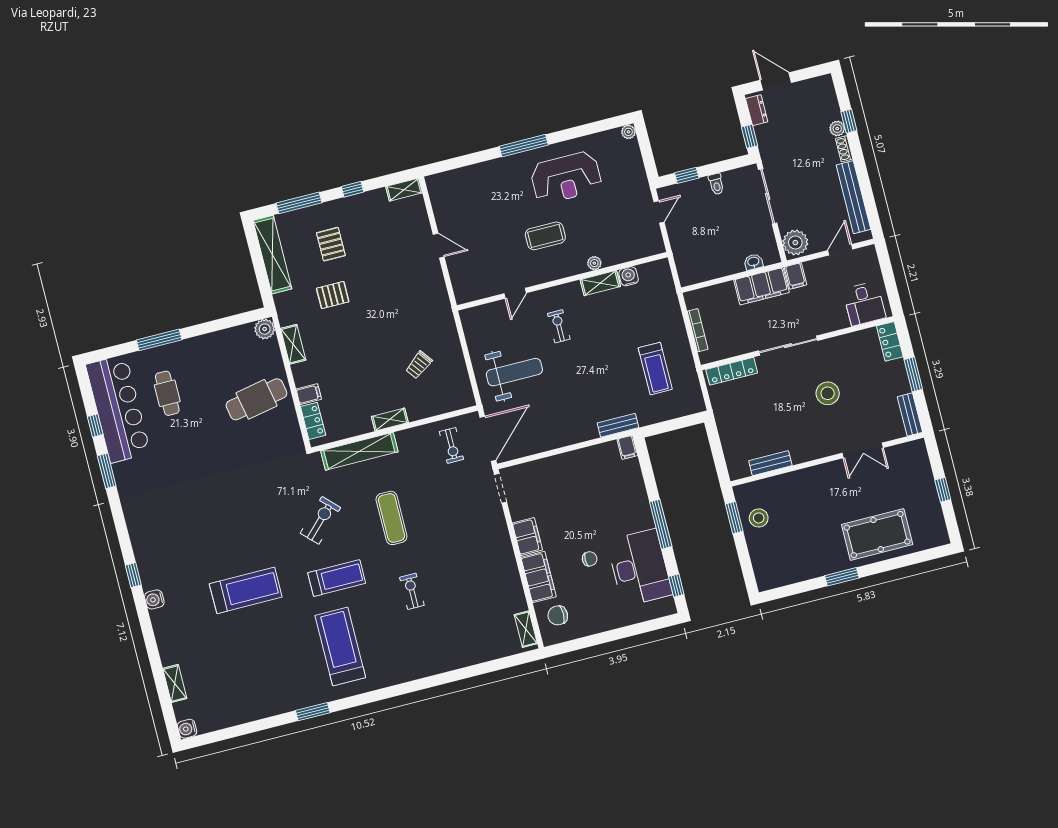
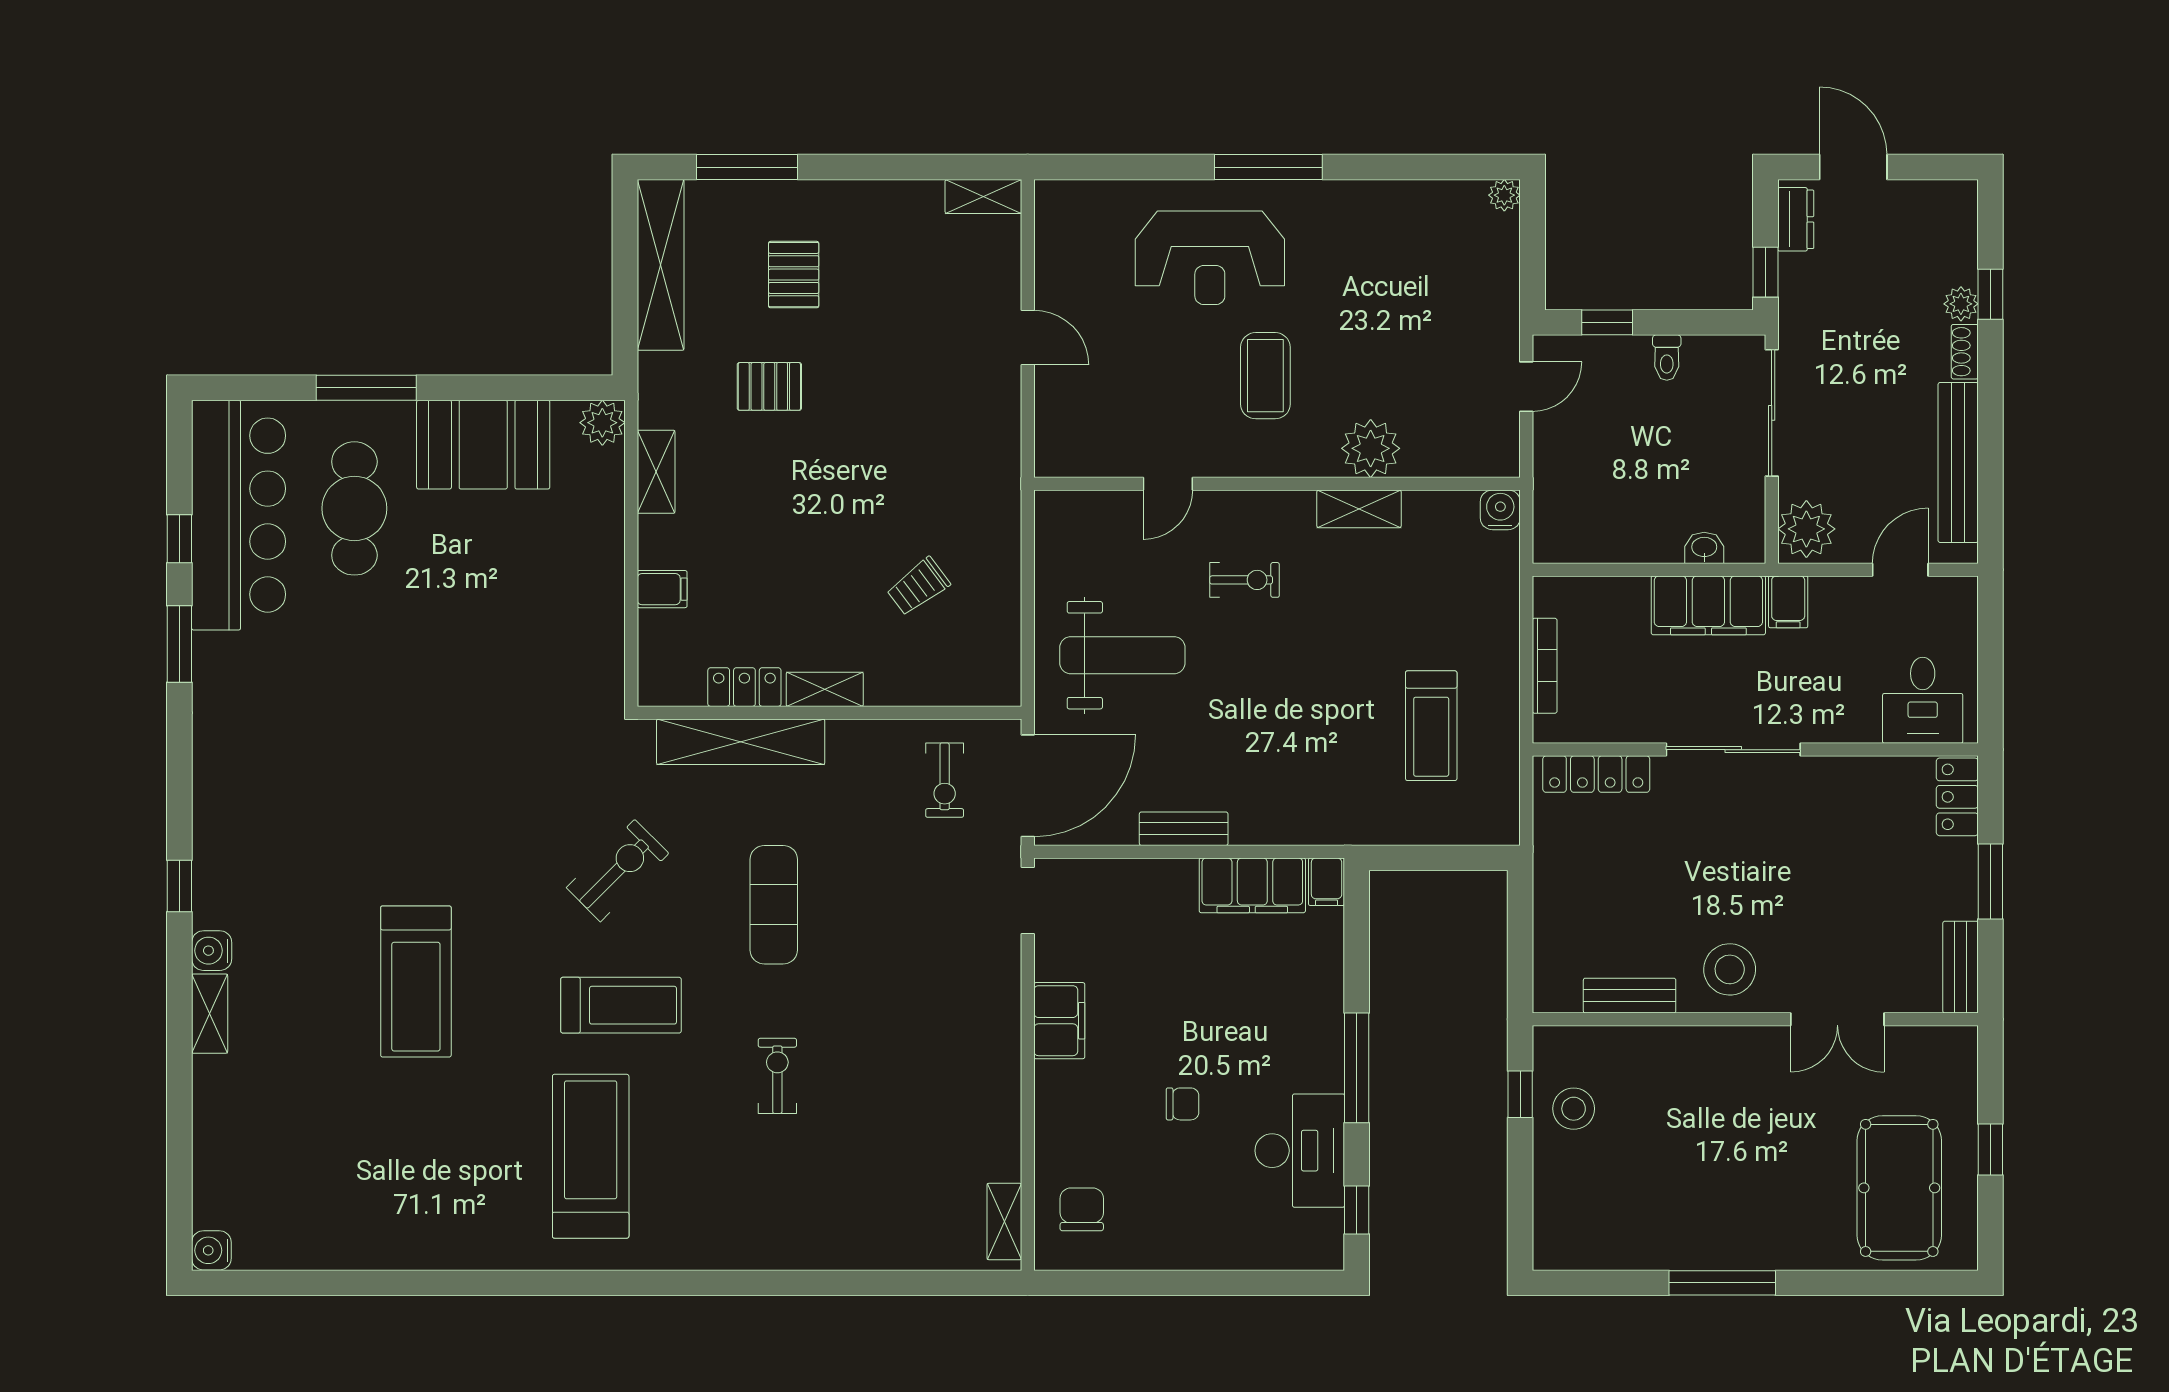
reception desk: (566, 178) -> (1210, 258), moved
window: (352, 189) -> (871, 167), removed
coffee table: (545, 236) -> (1265, 376), turned 90
plant: (594, 263) -> (1371, 448), width x1.87, depth x1.87
water cooler: (629, 276) -> (1500, 510), moved
exercise bike: (559, 326) -> (1245, 580), turned 90
booth: (216, 352) -> (483, 445), added
cafe table: (167, 393) -> (354, 508), width x1.37, depth x1.35
stool: (828, 393) -> (1730, 969), moved
cafe table: (256, 399) -> (545, 571), removed
locker: (313, 421) -> (744, 687), moved, turned -90
bench: (618, 425) -> (1184, 829), moved
window: (734, 518) -> (1520, 1094), width x0.67
pool table: (877, 535) -> (1899, 1188), moved, turned 90
desk: (639, 568) -> (1300, 1151), width x0.73, depth x0.77
filing cabinet: (539, 577) -> (1252, 885), moved, turned 90
window: (842, 577) -> (1722, 1283), width x1.44
treadmill: (246, 590) -> (416, 981), turned 90
chair: (558, 615) -> (1082, 1209), turned 90
shelving: (175, 683) -> (210, 1014), moved
window: (313, 712) -> (495, 1283), removed

